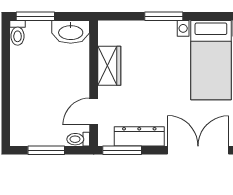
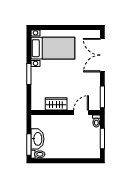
washbasin: (71, 32) -> (37, 139), moved
door: (94, 112) -> (81, 113), swing flipped
dresser: (139, 136) -> (95, 87), removed

